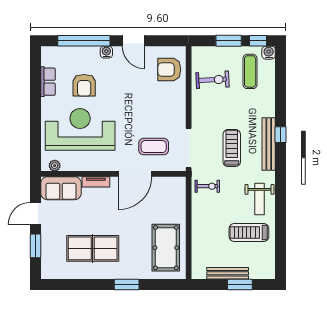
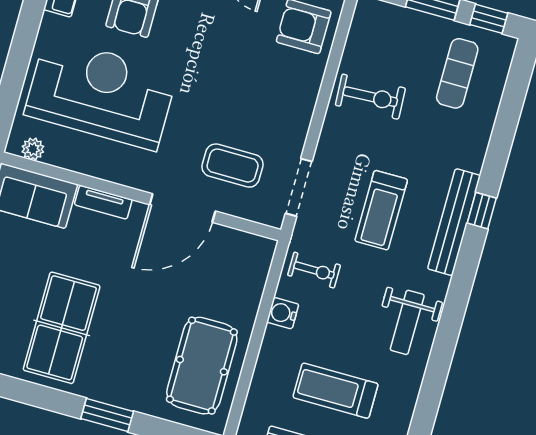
water cooler: (269, 53) -> (283, 313), moved, turned -90
exercise bike: (213, 80) -> (370, 97), moved
doorway: (189, 148) -> (299, 187), width x0.73
treadmill: (232, 148) -> (381, 210), turned 180
treadmill: (249, 233) -> (335, 391), moved
table tennis table: (93, 248) -> (62, 328), turned 90

